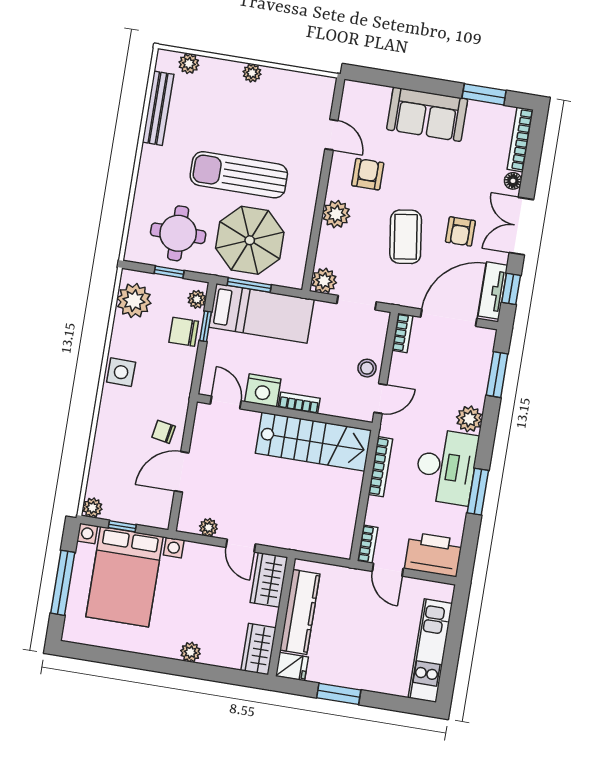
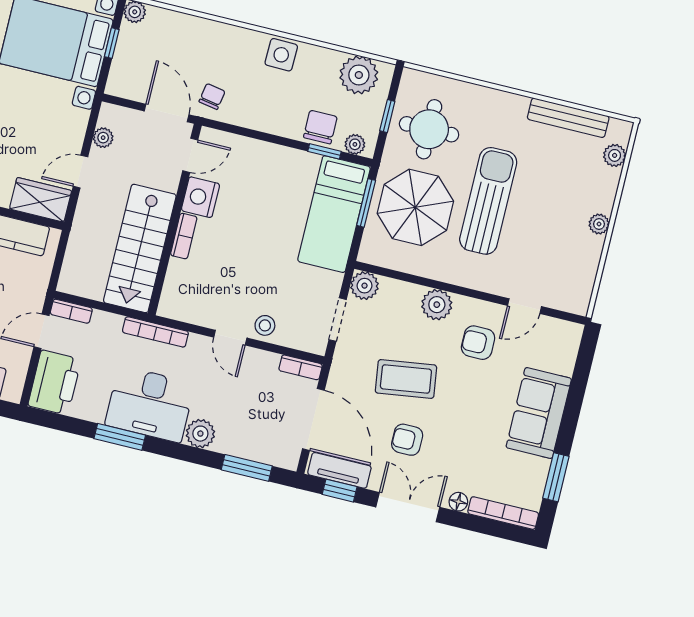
armchair: (368, 174) -> (478, 343), turned 180
nightstand: (263, 390) -> (200, 197), moved
door: (226, 403) -> (190, 155), moved
bookcase: (299, 403) -> (184, 236), moved
wall: (285, 412) -> (175, 219), moved
stairs: (313, 442) -> (140, 248), moved

